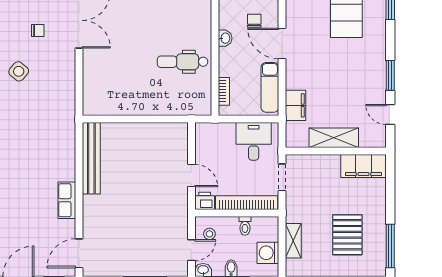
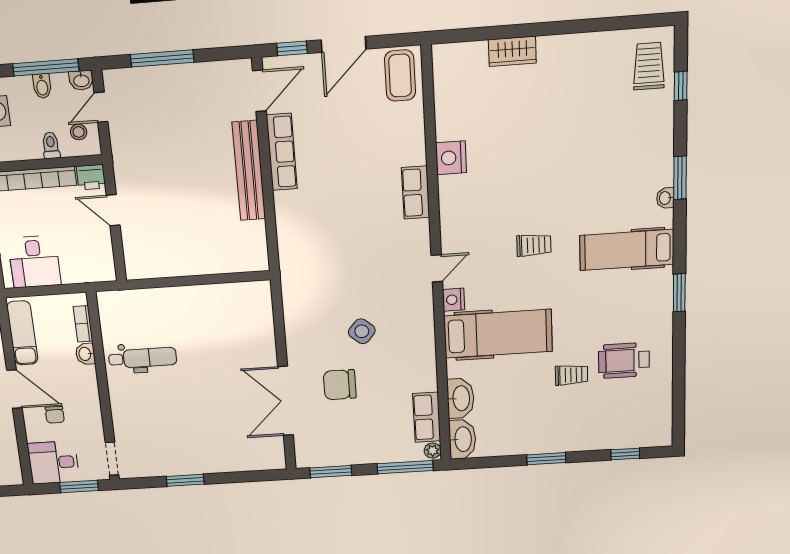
chair: (38, 31) -> (340, 385), width x1.87, depth x1.87
washbasin: (225, 38) -> (85, 354), moved
bench: (91, 158) -> (249, 171), moved
row of seats: (67, 200) -> (282, 152), width x1.48
toilet: (245, 226) -> (51, 145), moved

